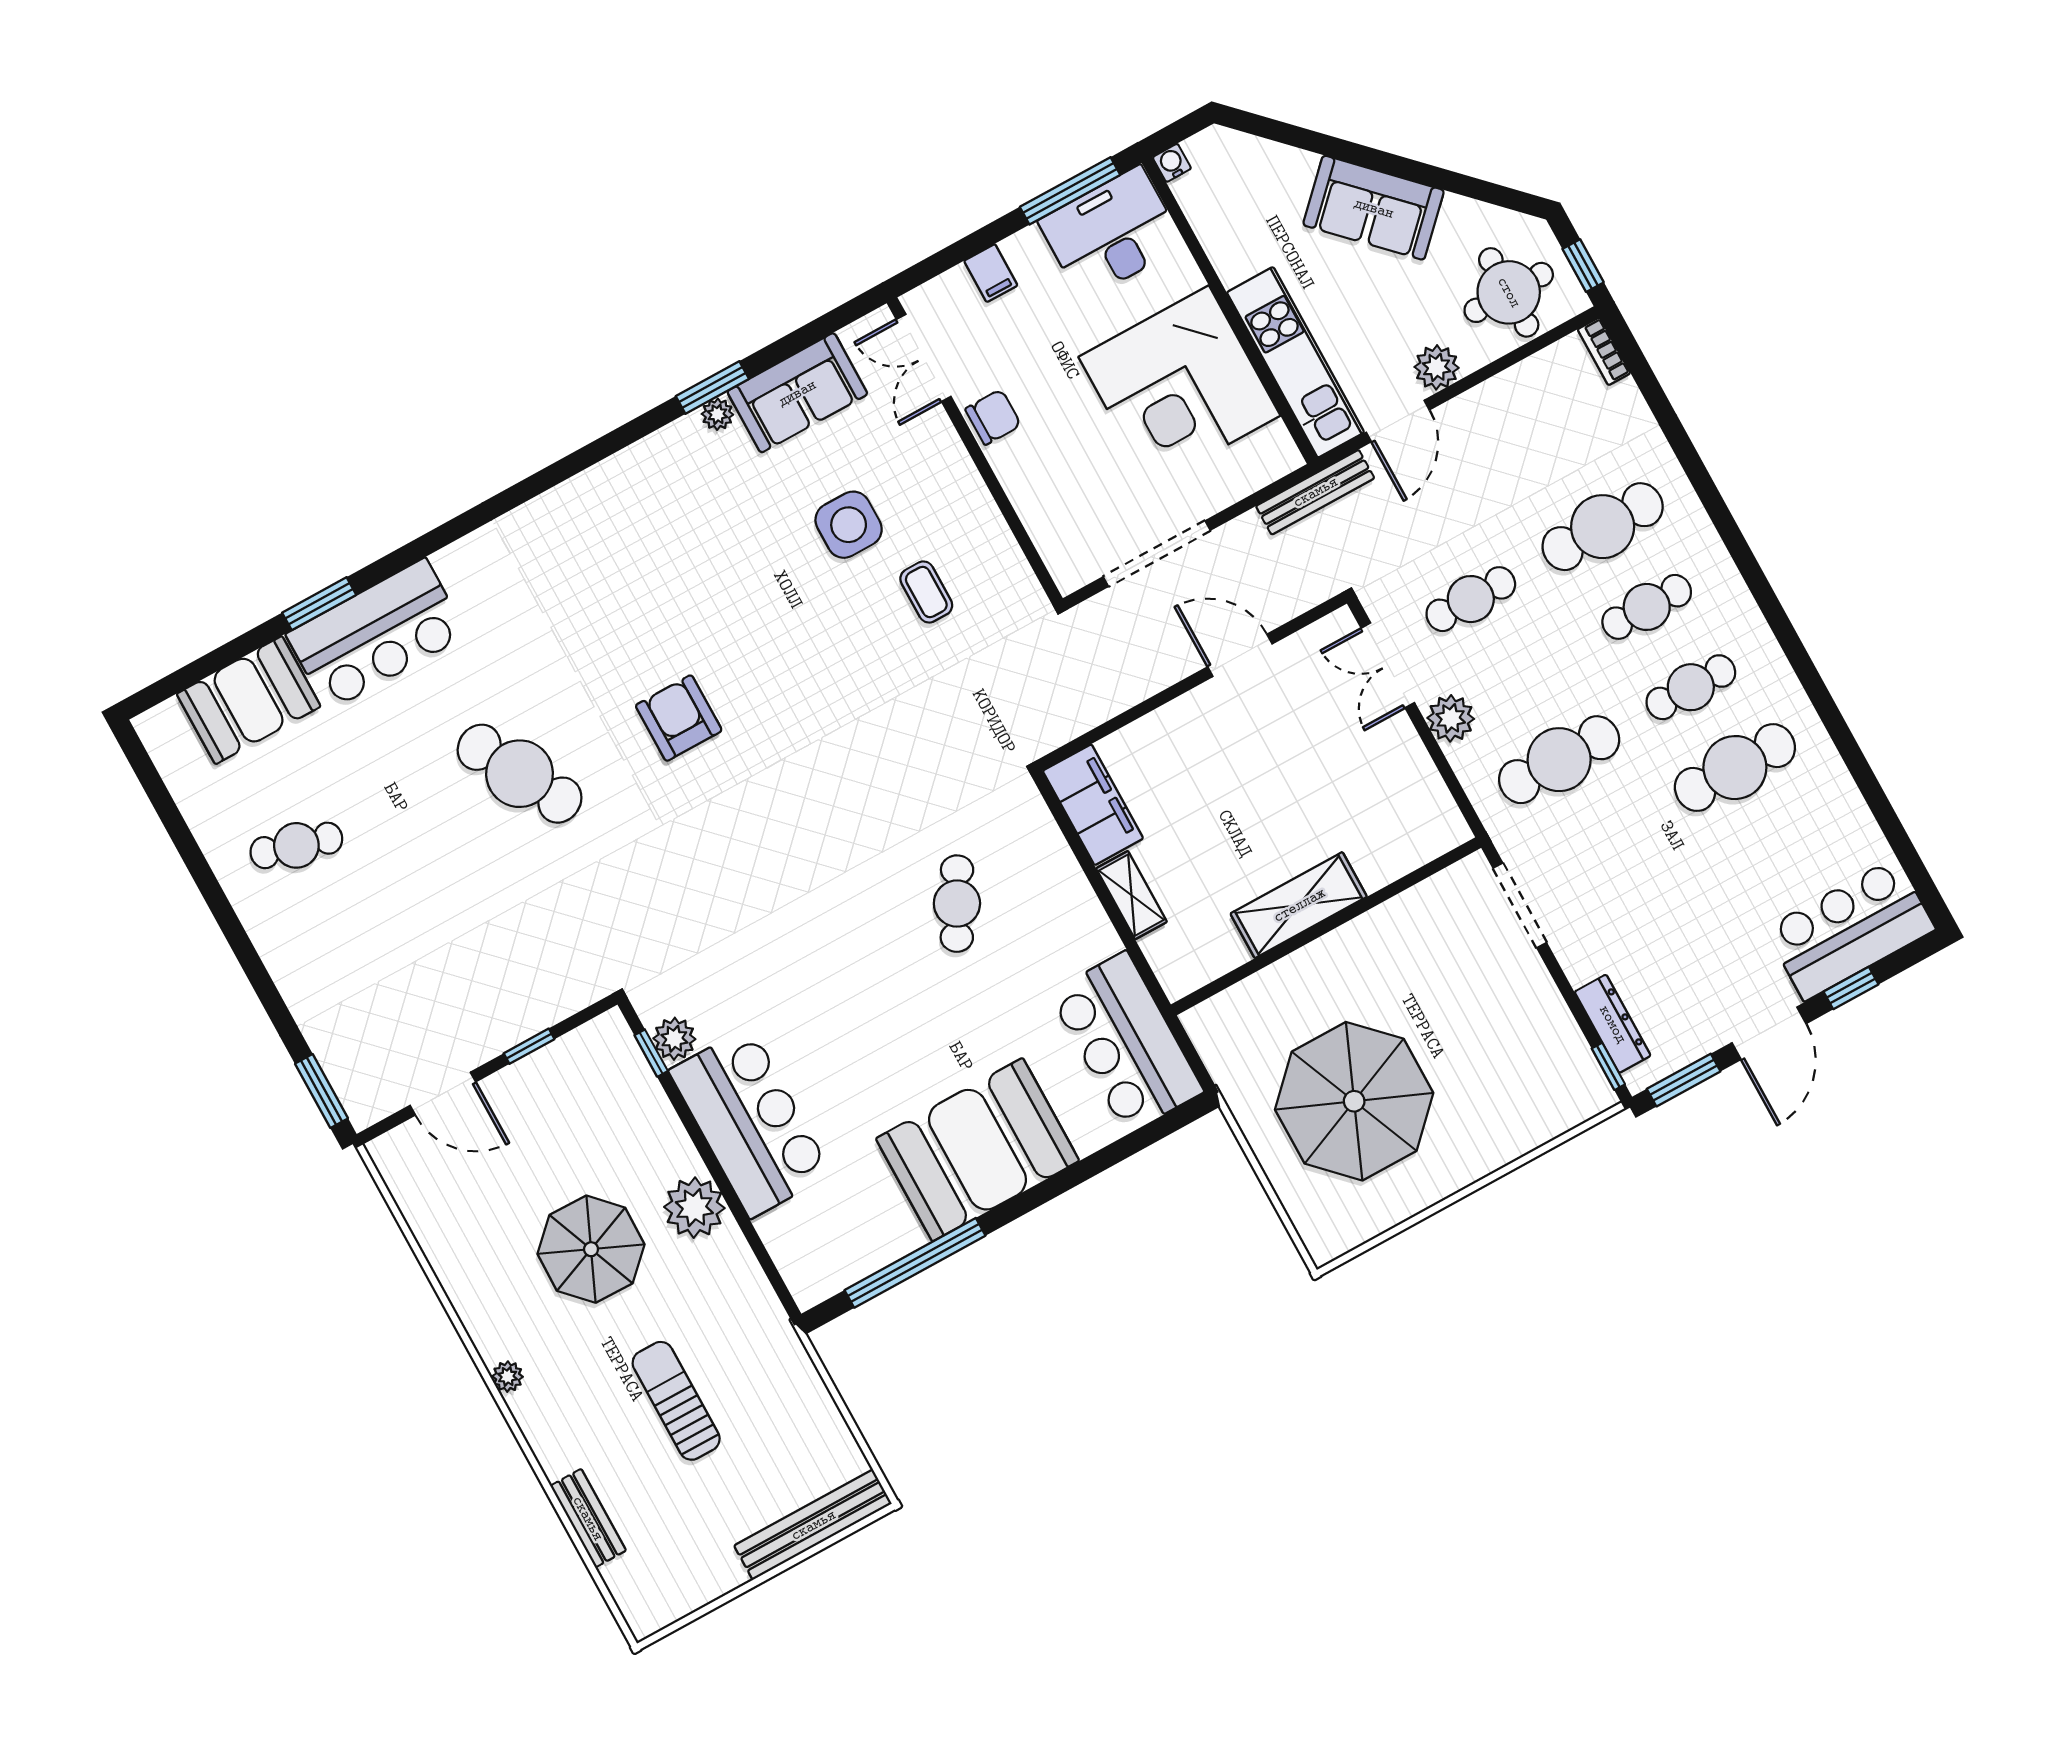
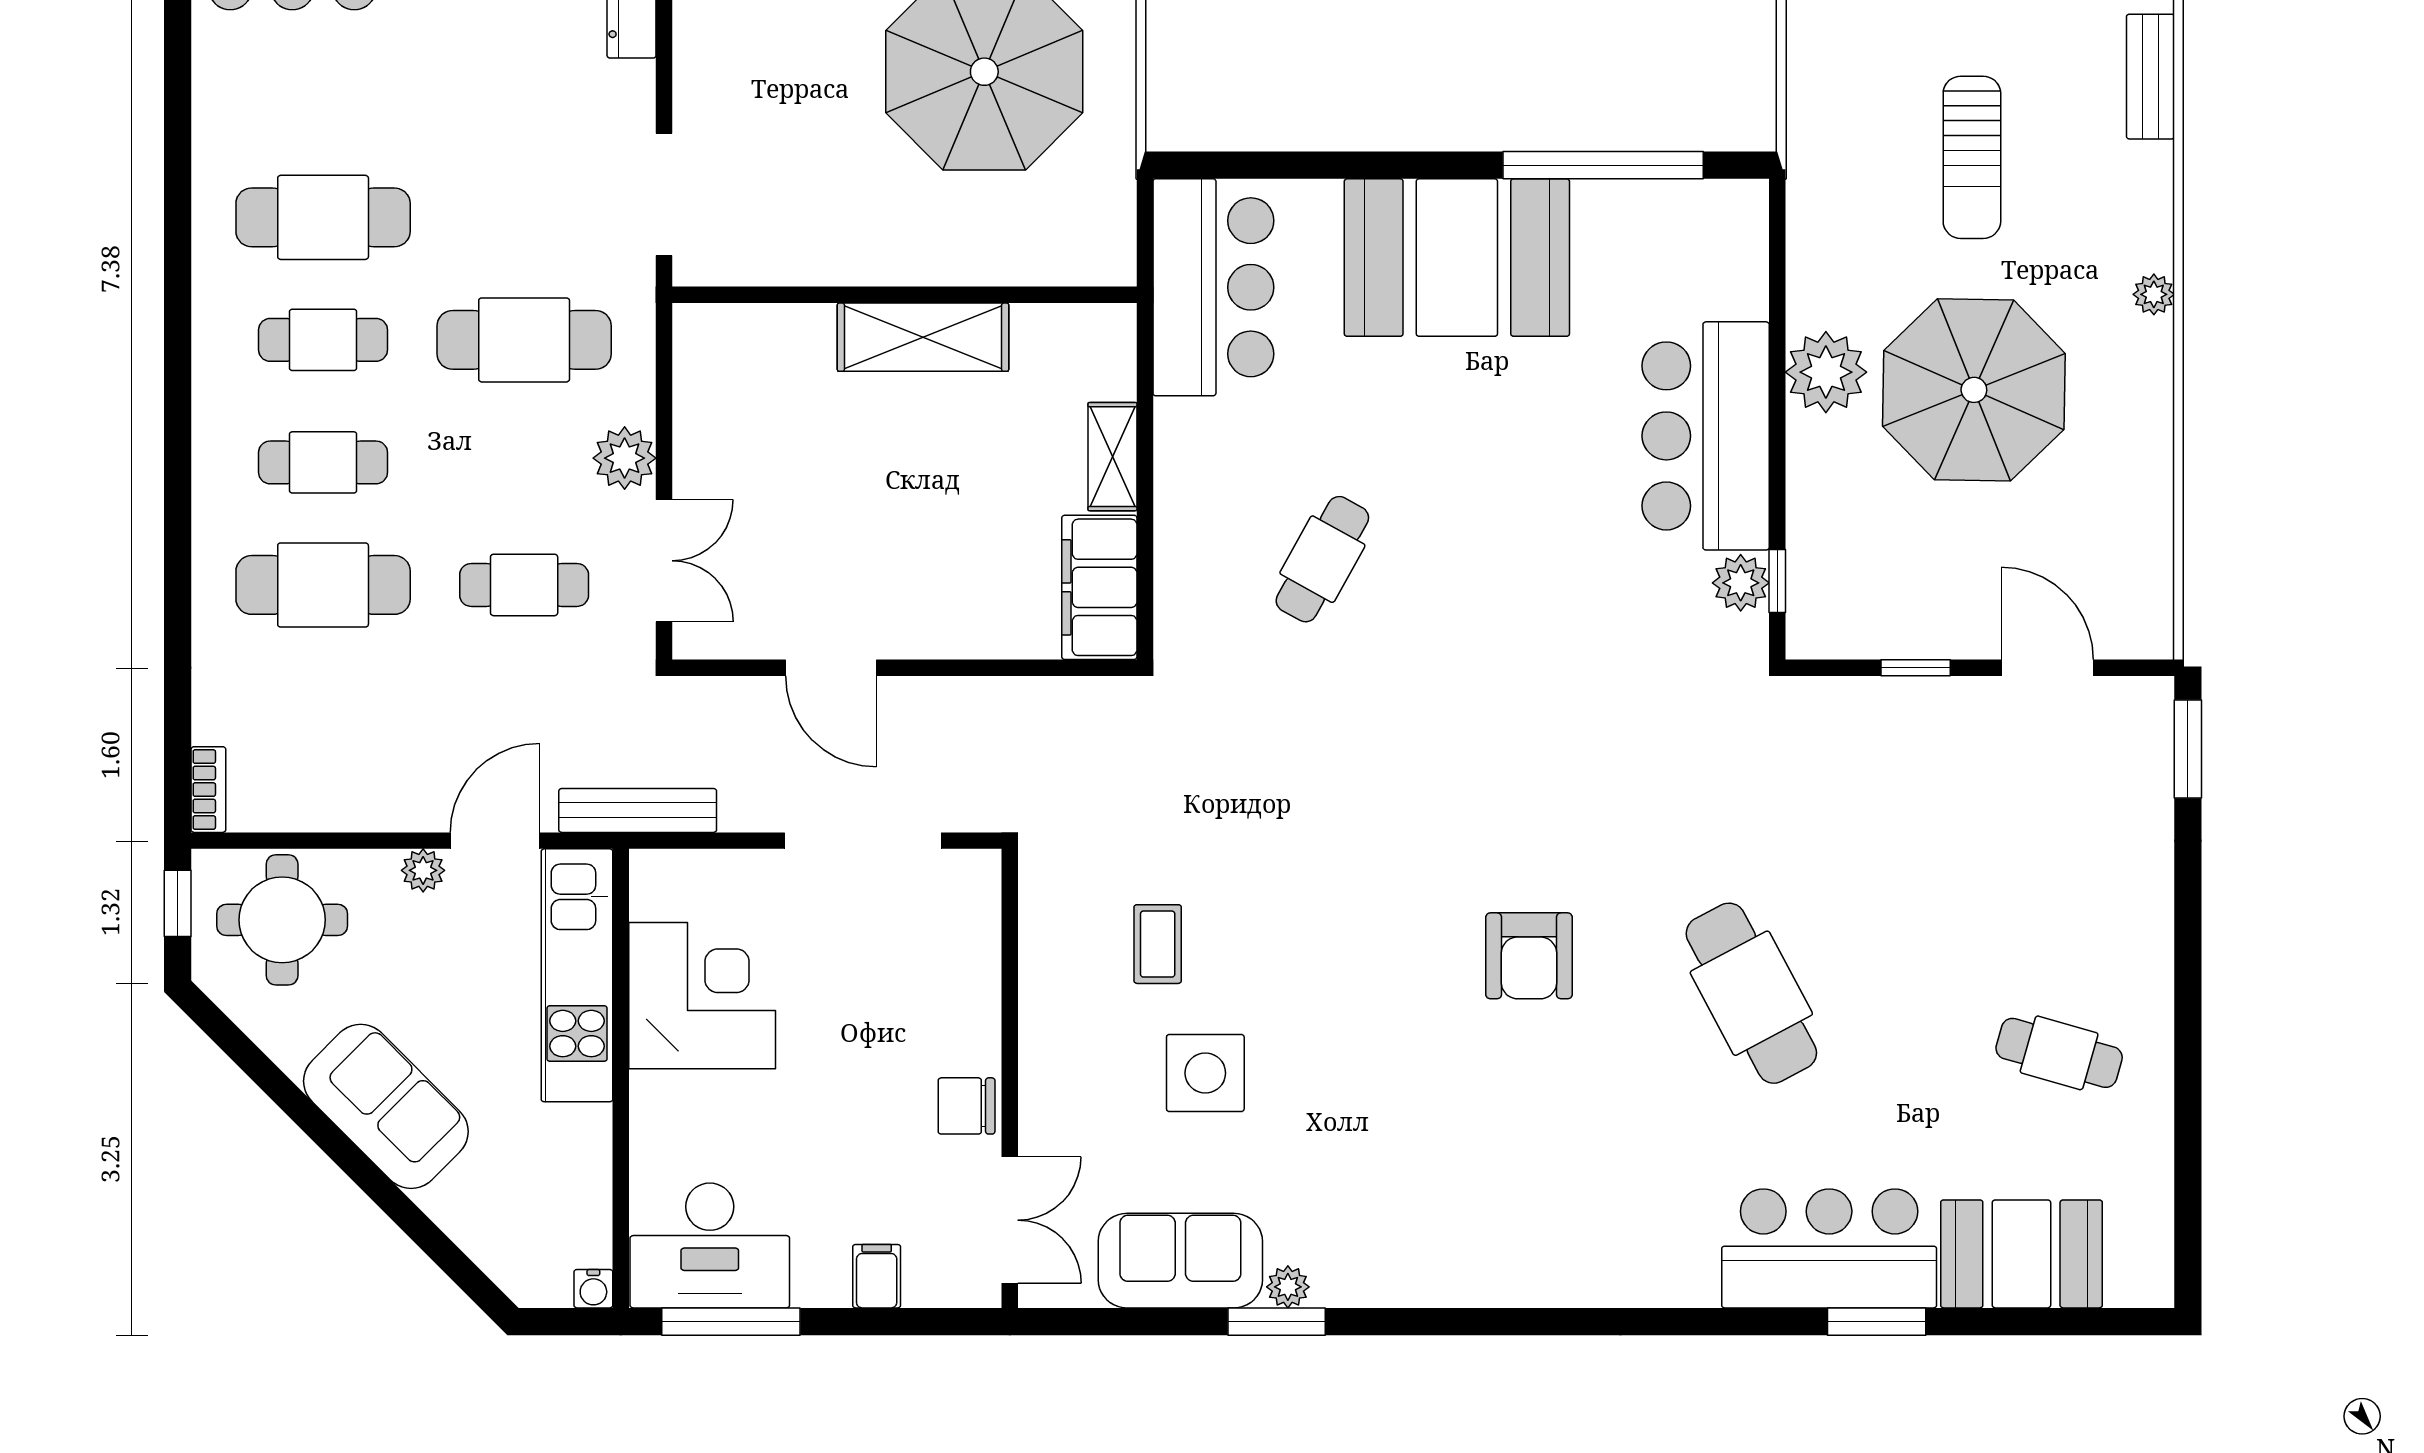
plant: (1437, 367) -> (423, 870), width x0.73, depth x0.73
corner desk: (1179, 386) -> (702, 996), width x0.74, depth x0.74
parasol: (591, 1249) -> (1974, 390), width x1.36, depth x1.36

